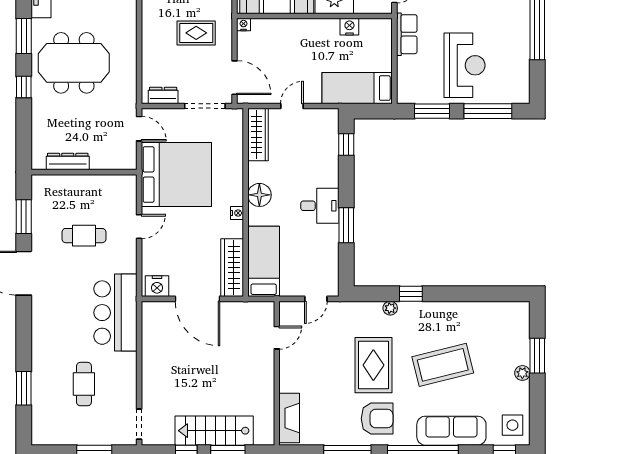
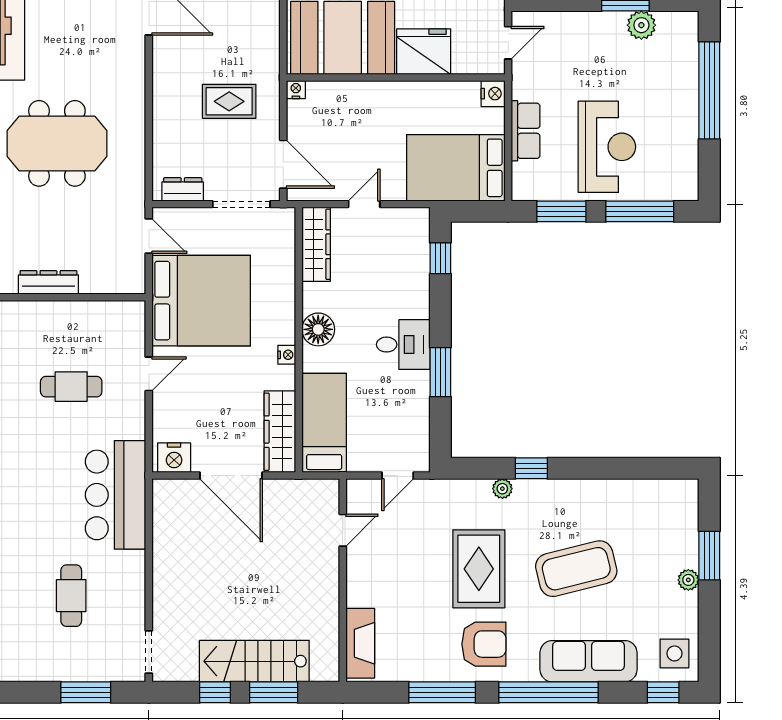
nightstand: (349, 27) -> (493, 94), moved, turned 90
row of seats: (407, 34) -> (526, 131), moved
bed: (357, 88) -> (456, 168), width x1.50

